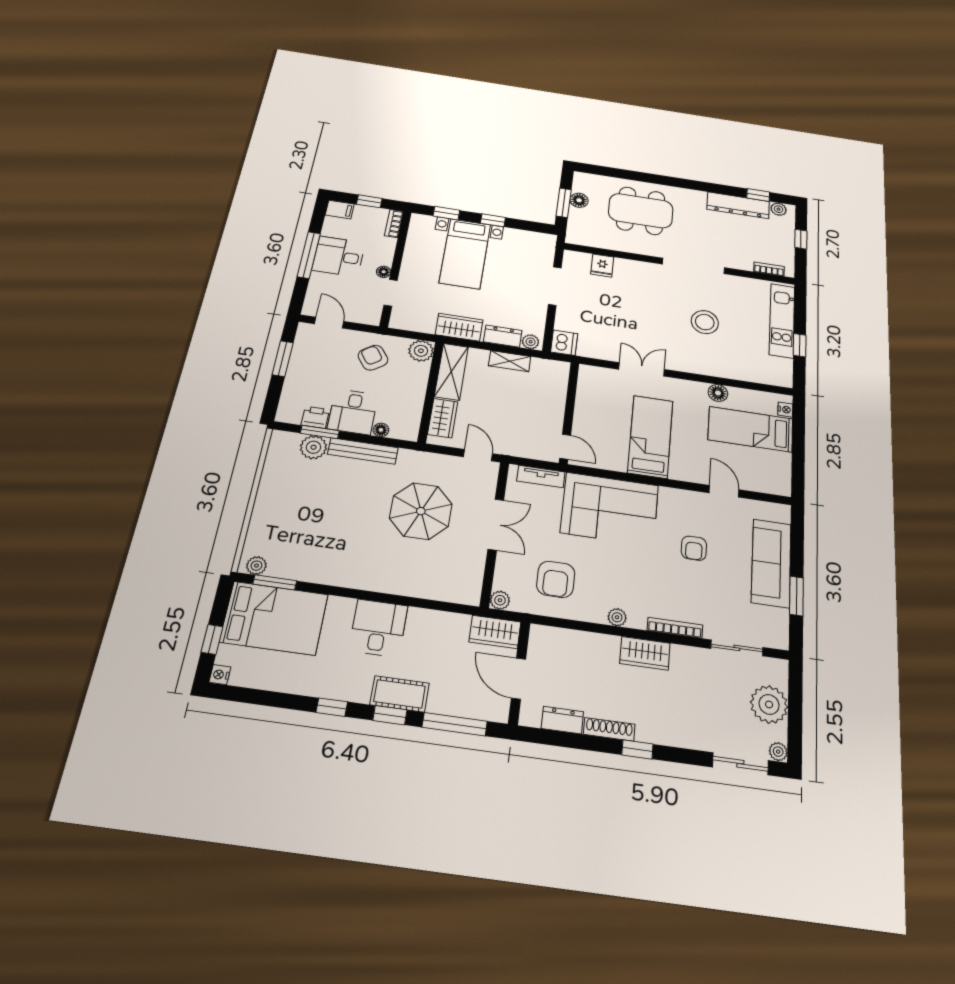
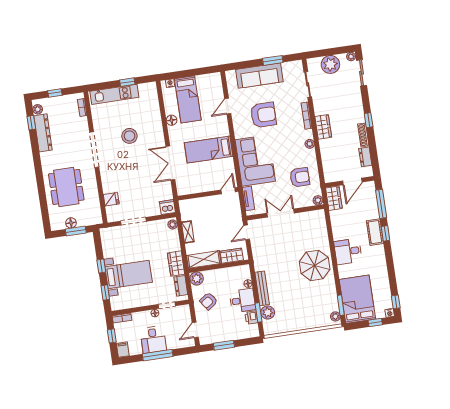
dresser: (503, 336) -> (181, 286), moved
double door: (642, 369) -> (170, 163), width x1.37
parasol: (421, 511) -> (315, 265), moved
armchair: (694, 548) -> (263, 115), width x1.88, depth x1.88
window: (332, 707) -> (396, 302), moved

